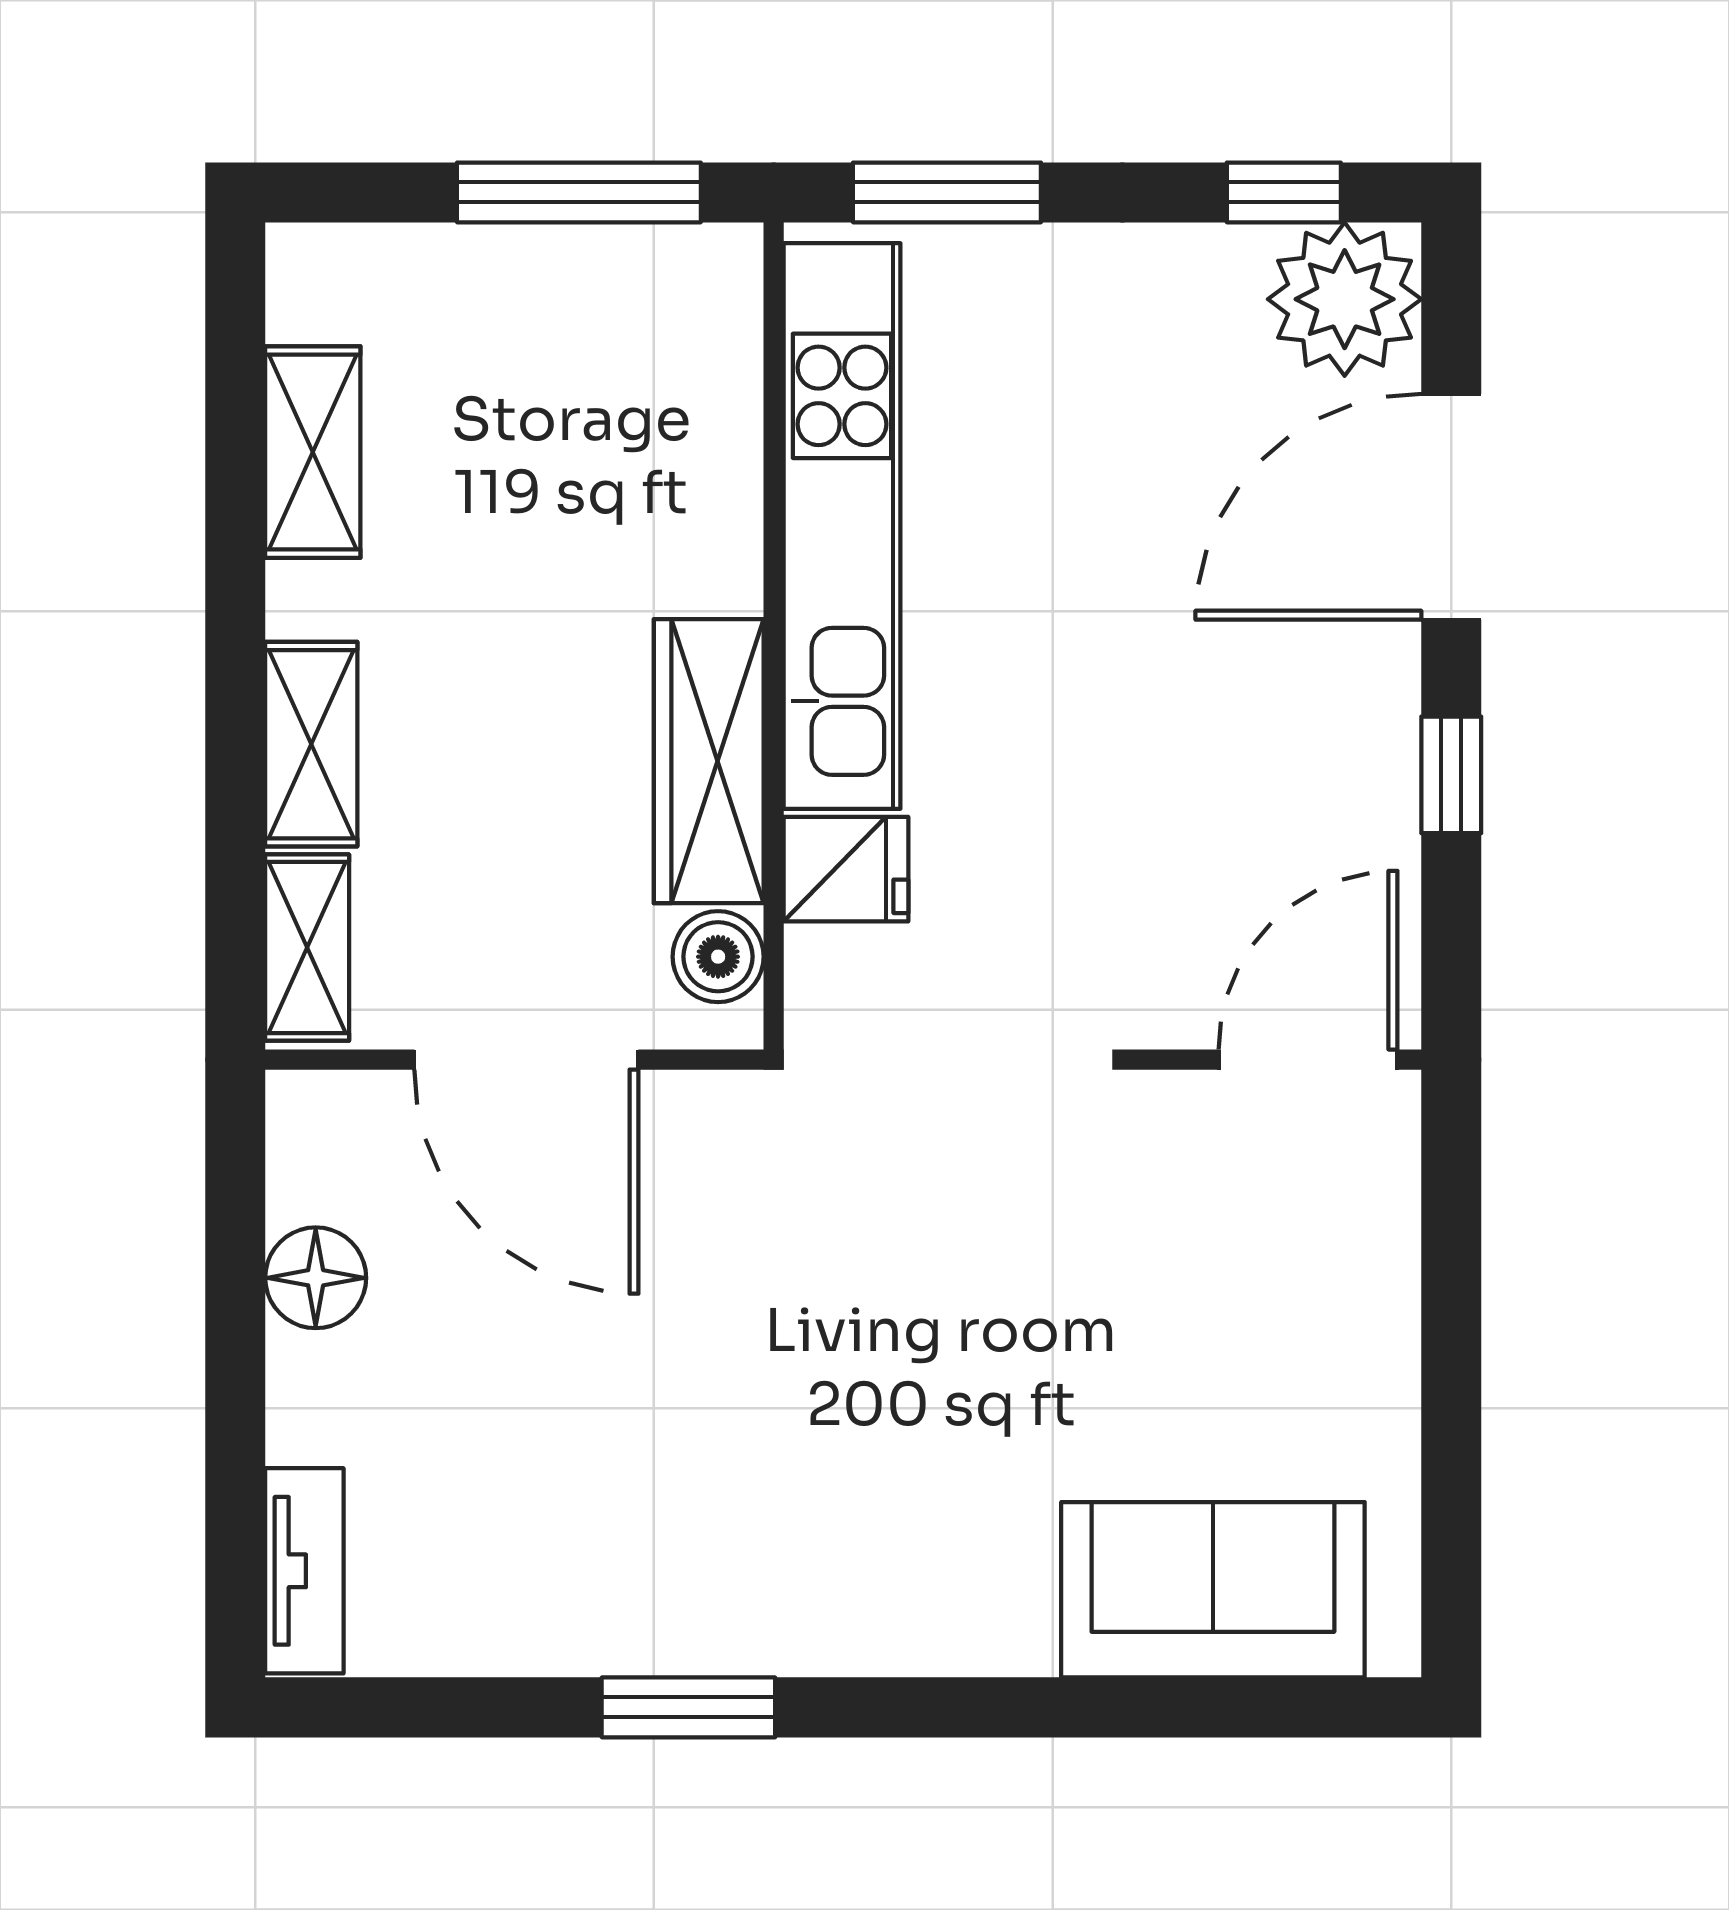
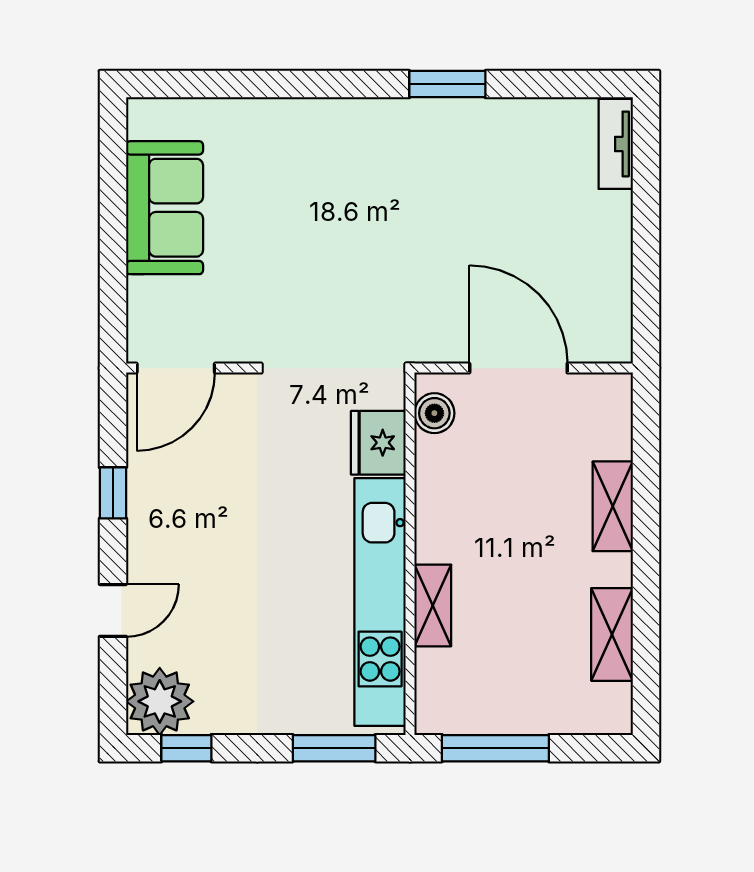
door: (1451, 507) -> (113, 610), width x0.53
wardrobe: (709, 761) -> (439, 499), removed
fridge: (846, 869) -> (378, 443), width x1.38
shelving: (307, 948) -> (433, 605), moved
floor lamp: (316, 1278) -> (611, 272), removed
sofa: (1213, 1590) -> (165, 208), moved, turned -90

